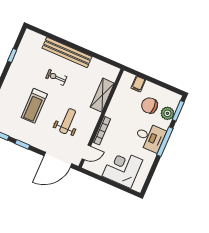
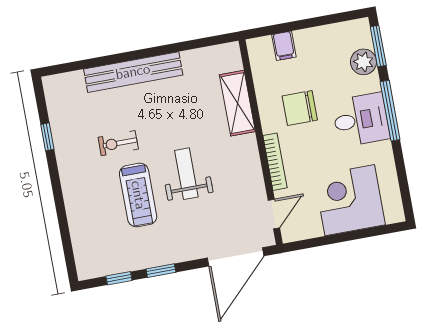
exercise bike: (56, 77) -> (118, 143), moved
chair: (150, 105) -> (300, 108), moved
weight bench: (68, 121) -> (186, 174), moved

